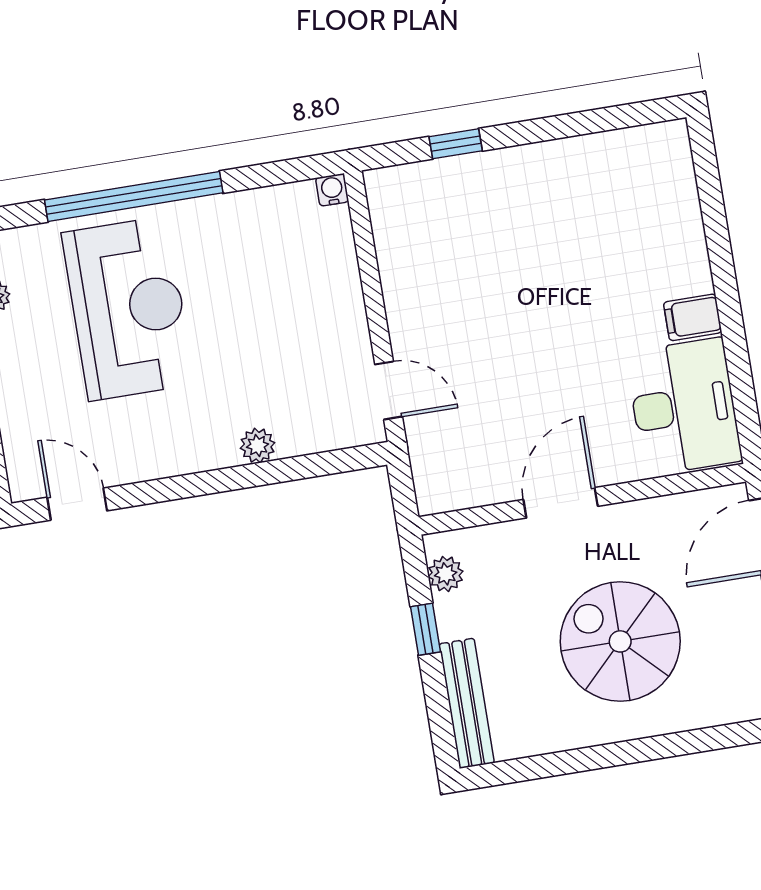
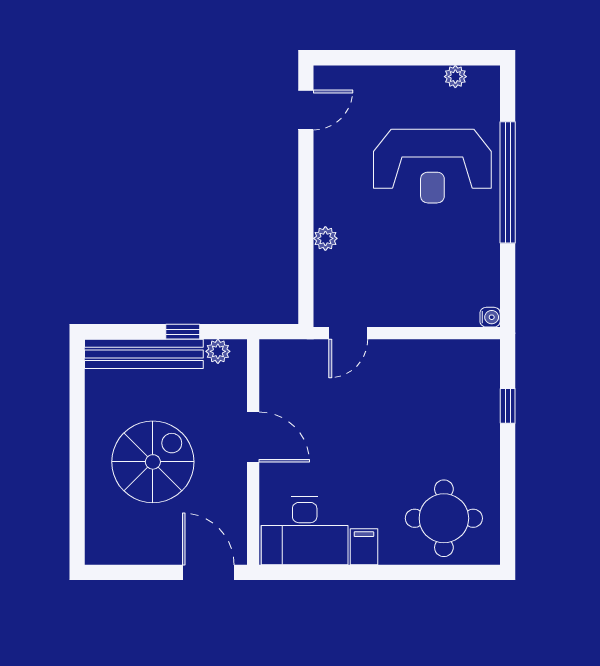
round table: (633, 209) -> (444, 518), added
bench: (467, 703) -> (144, 354), width x1.37, depth x1.21

